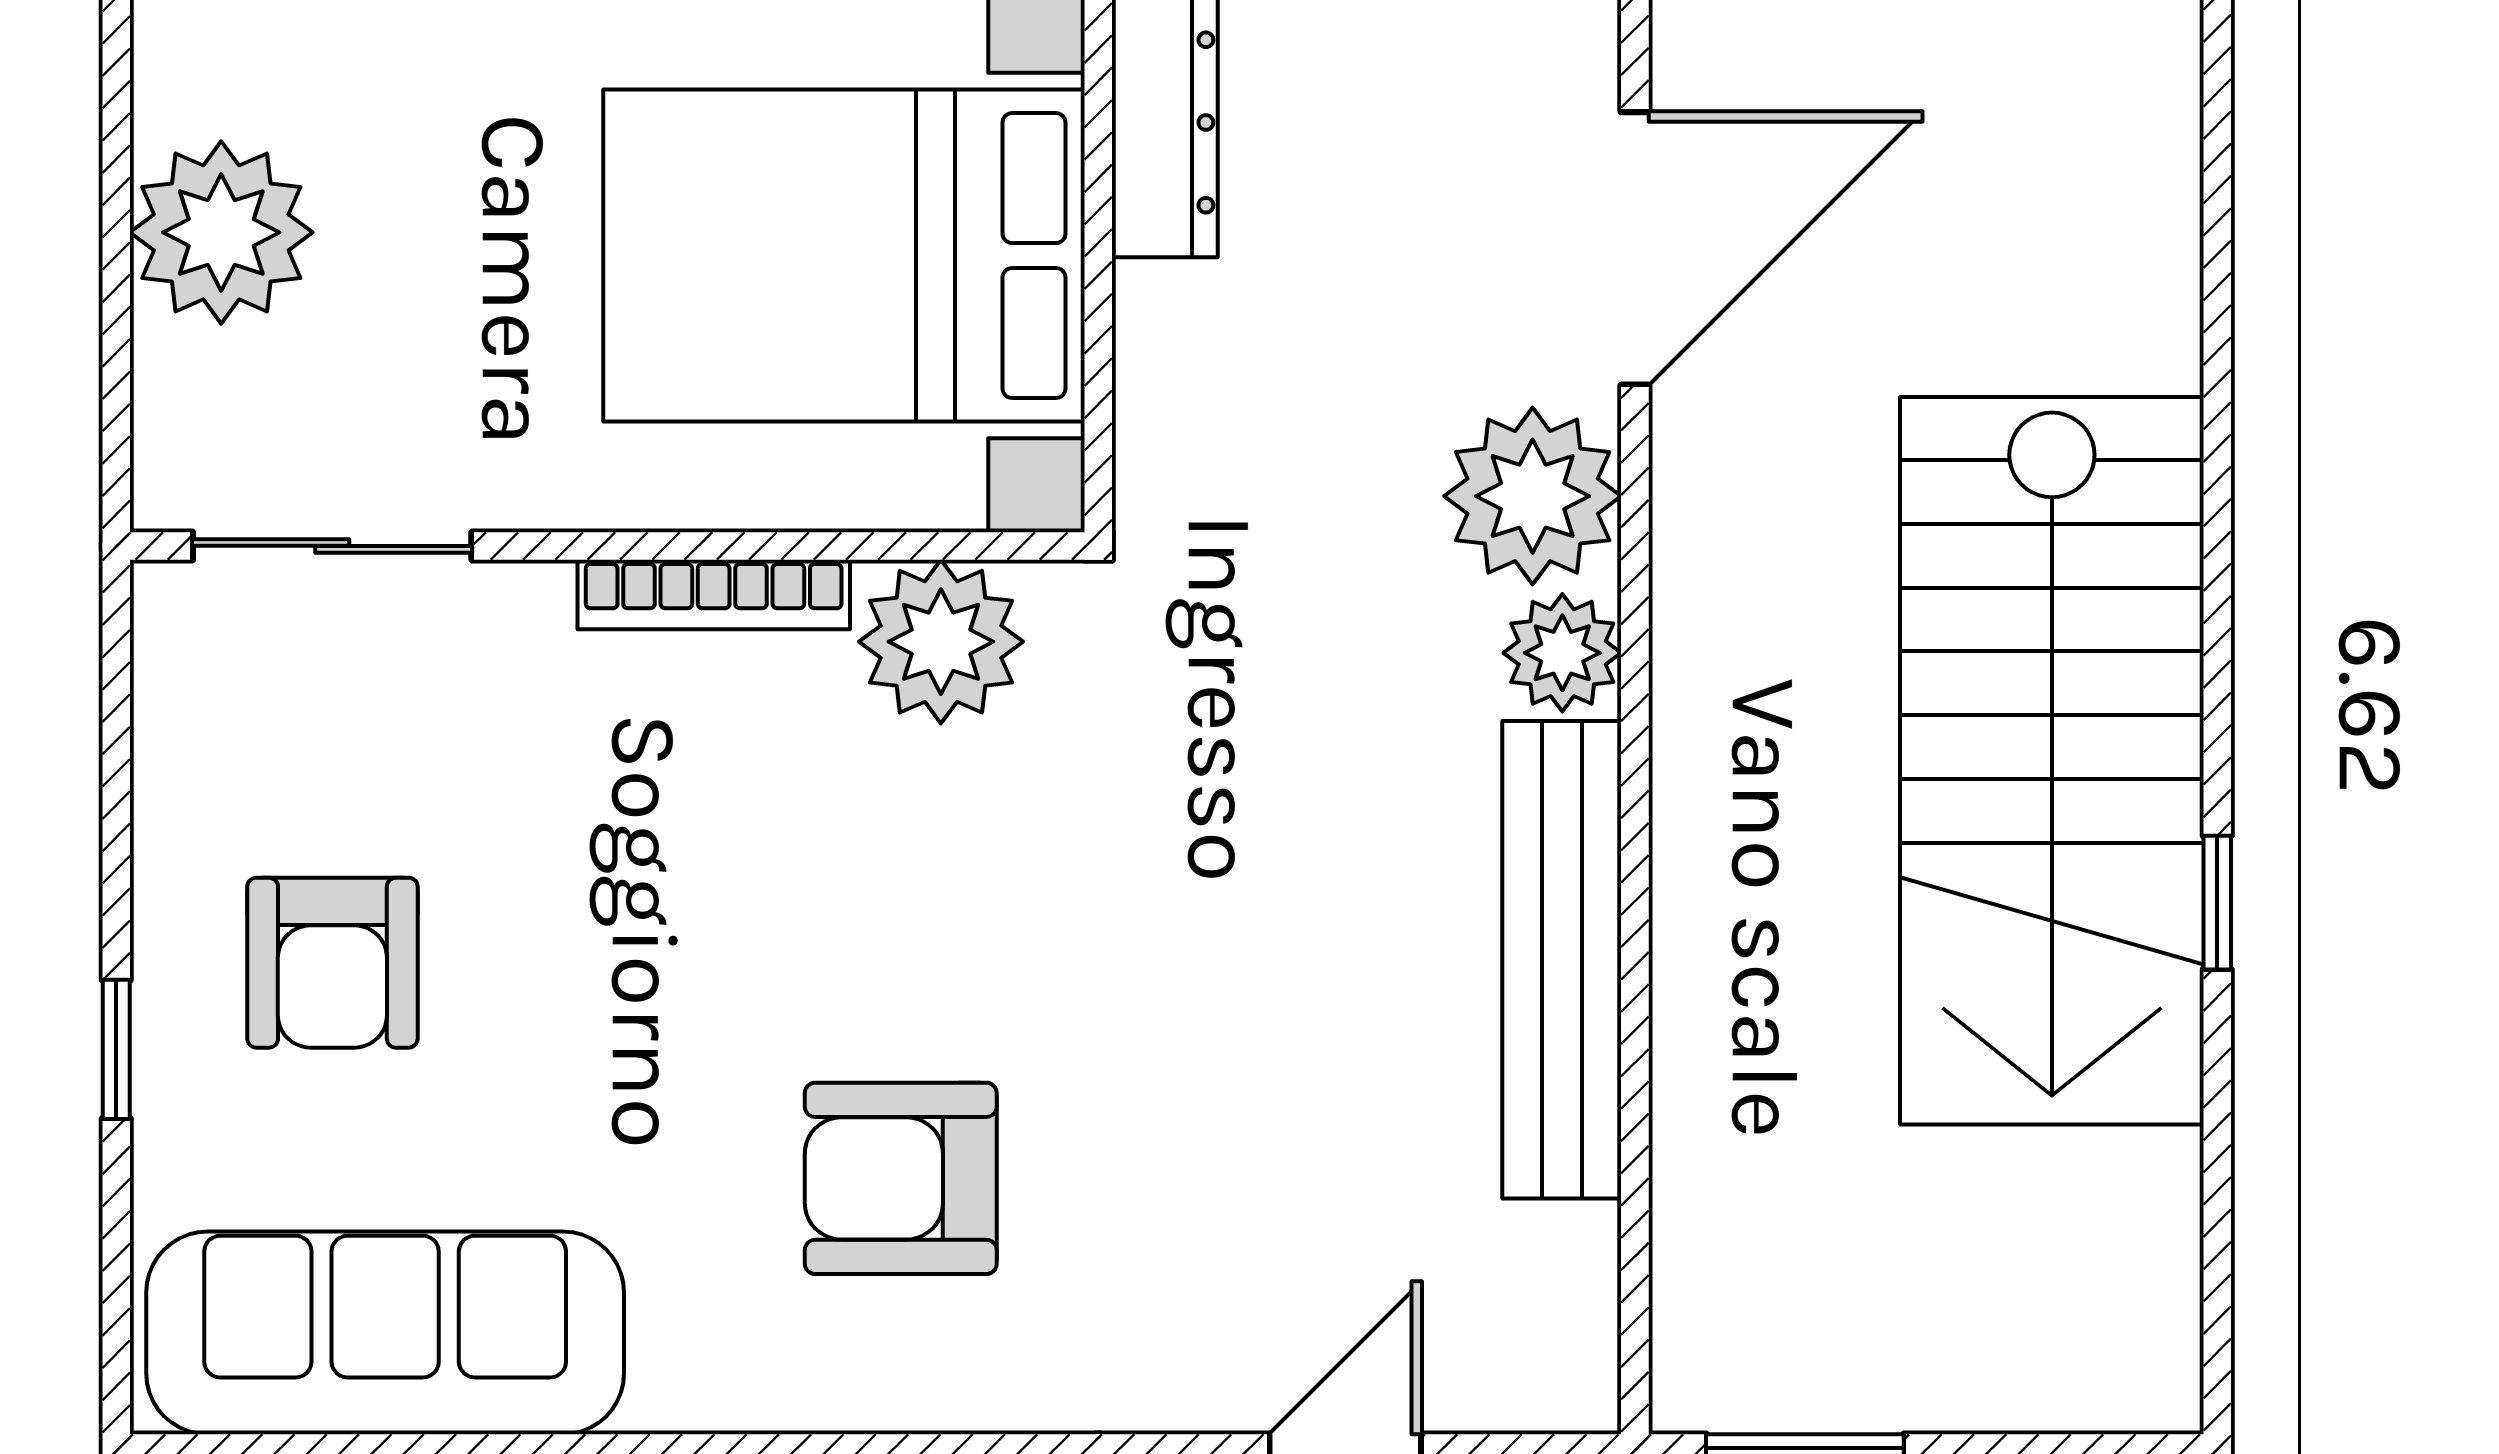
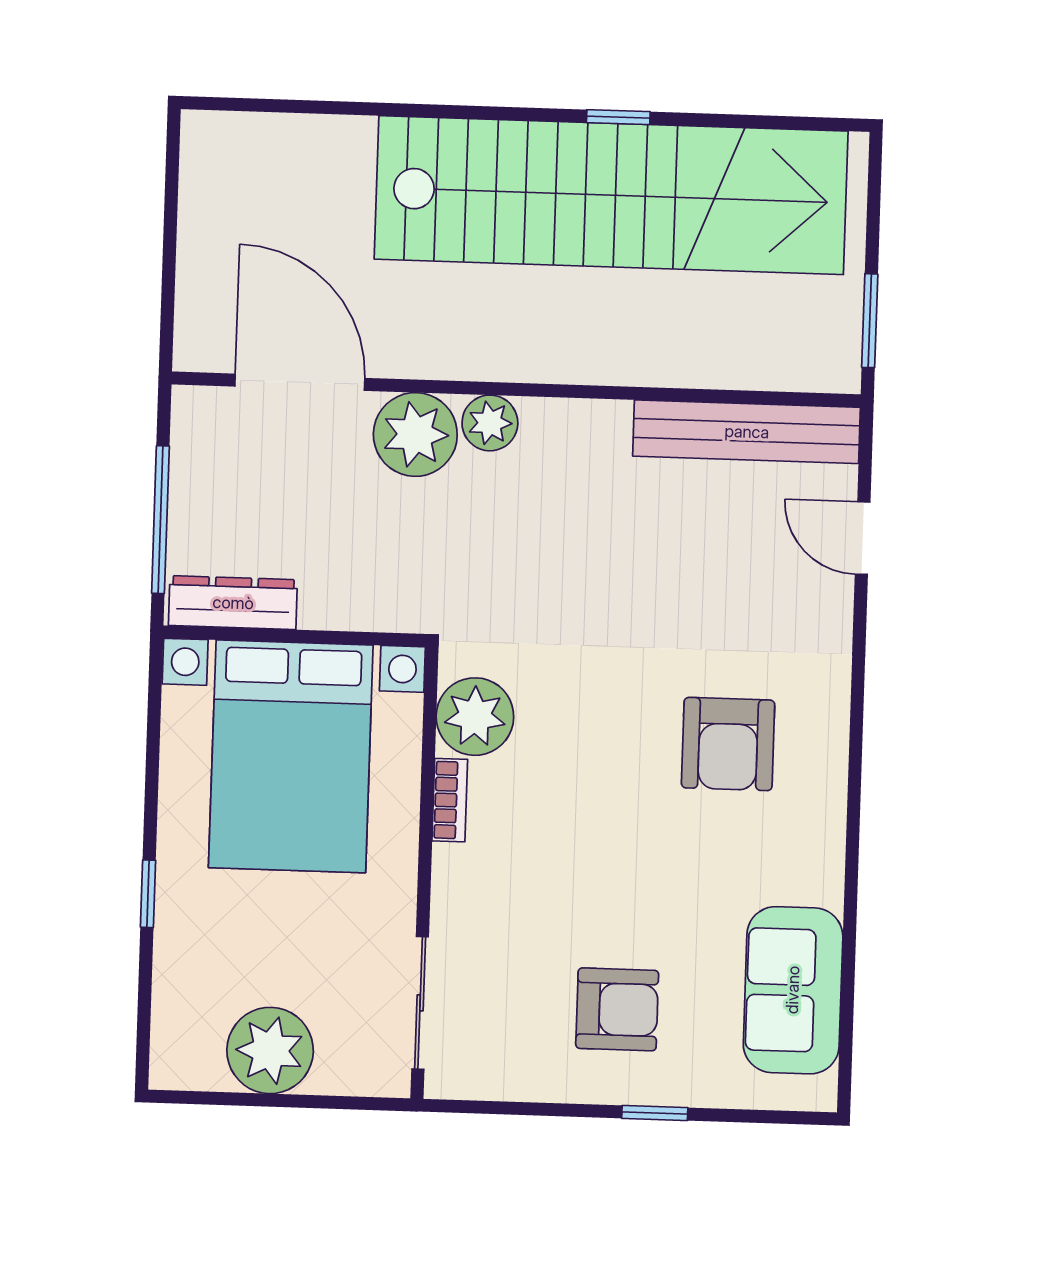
bookcase: (714, 595) -> (450, 800), width x0.64
stairs: (2052, 761) -> (611, 195), width x1.36
bench: (1562, 960) -> (747, 432), moved
sofa: (385, 1333) -> (793, 990), width x0.73

